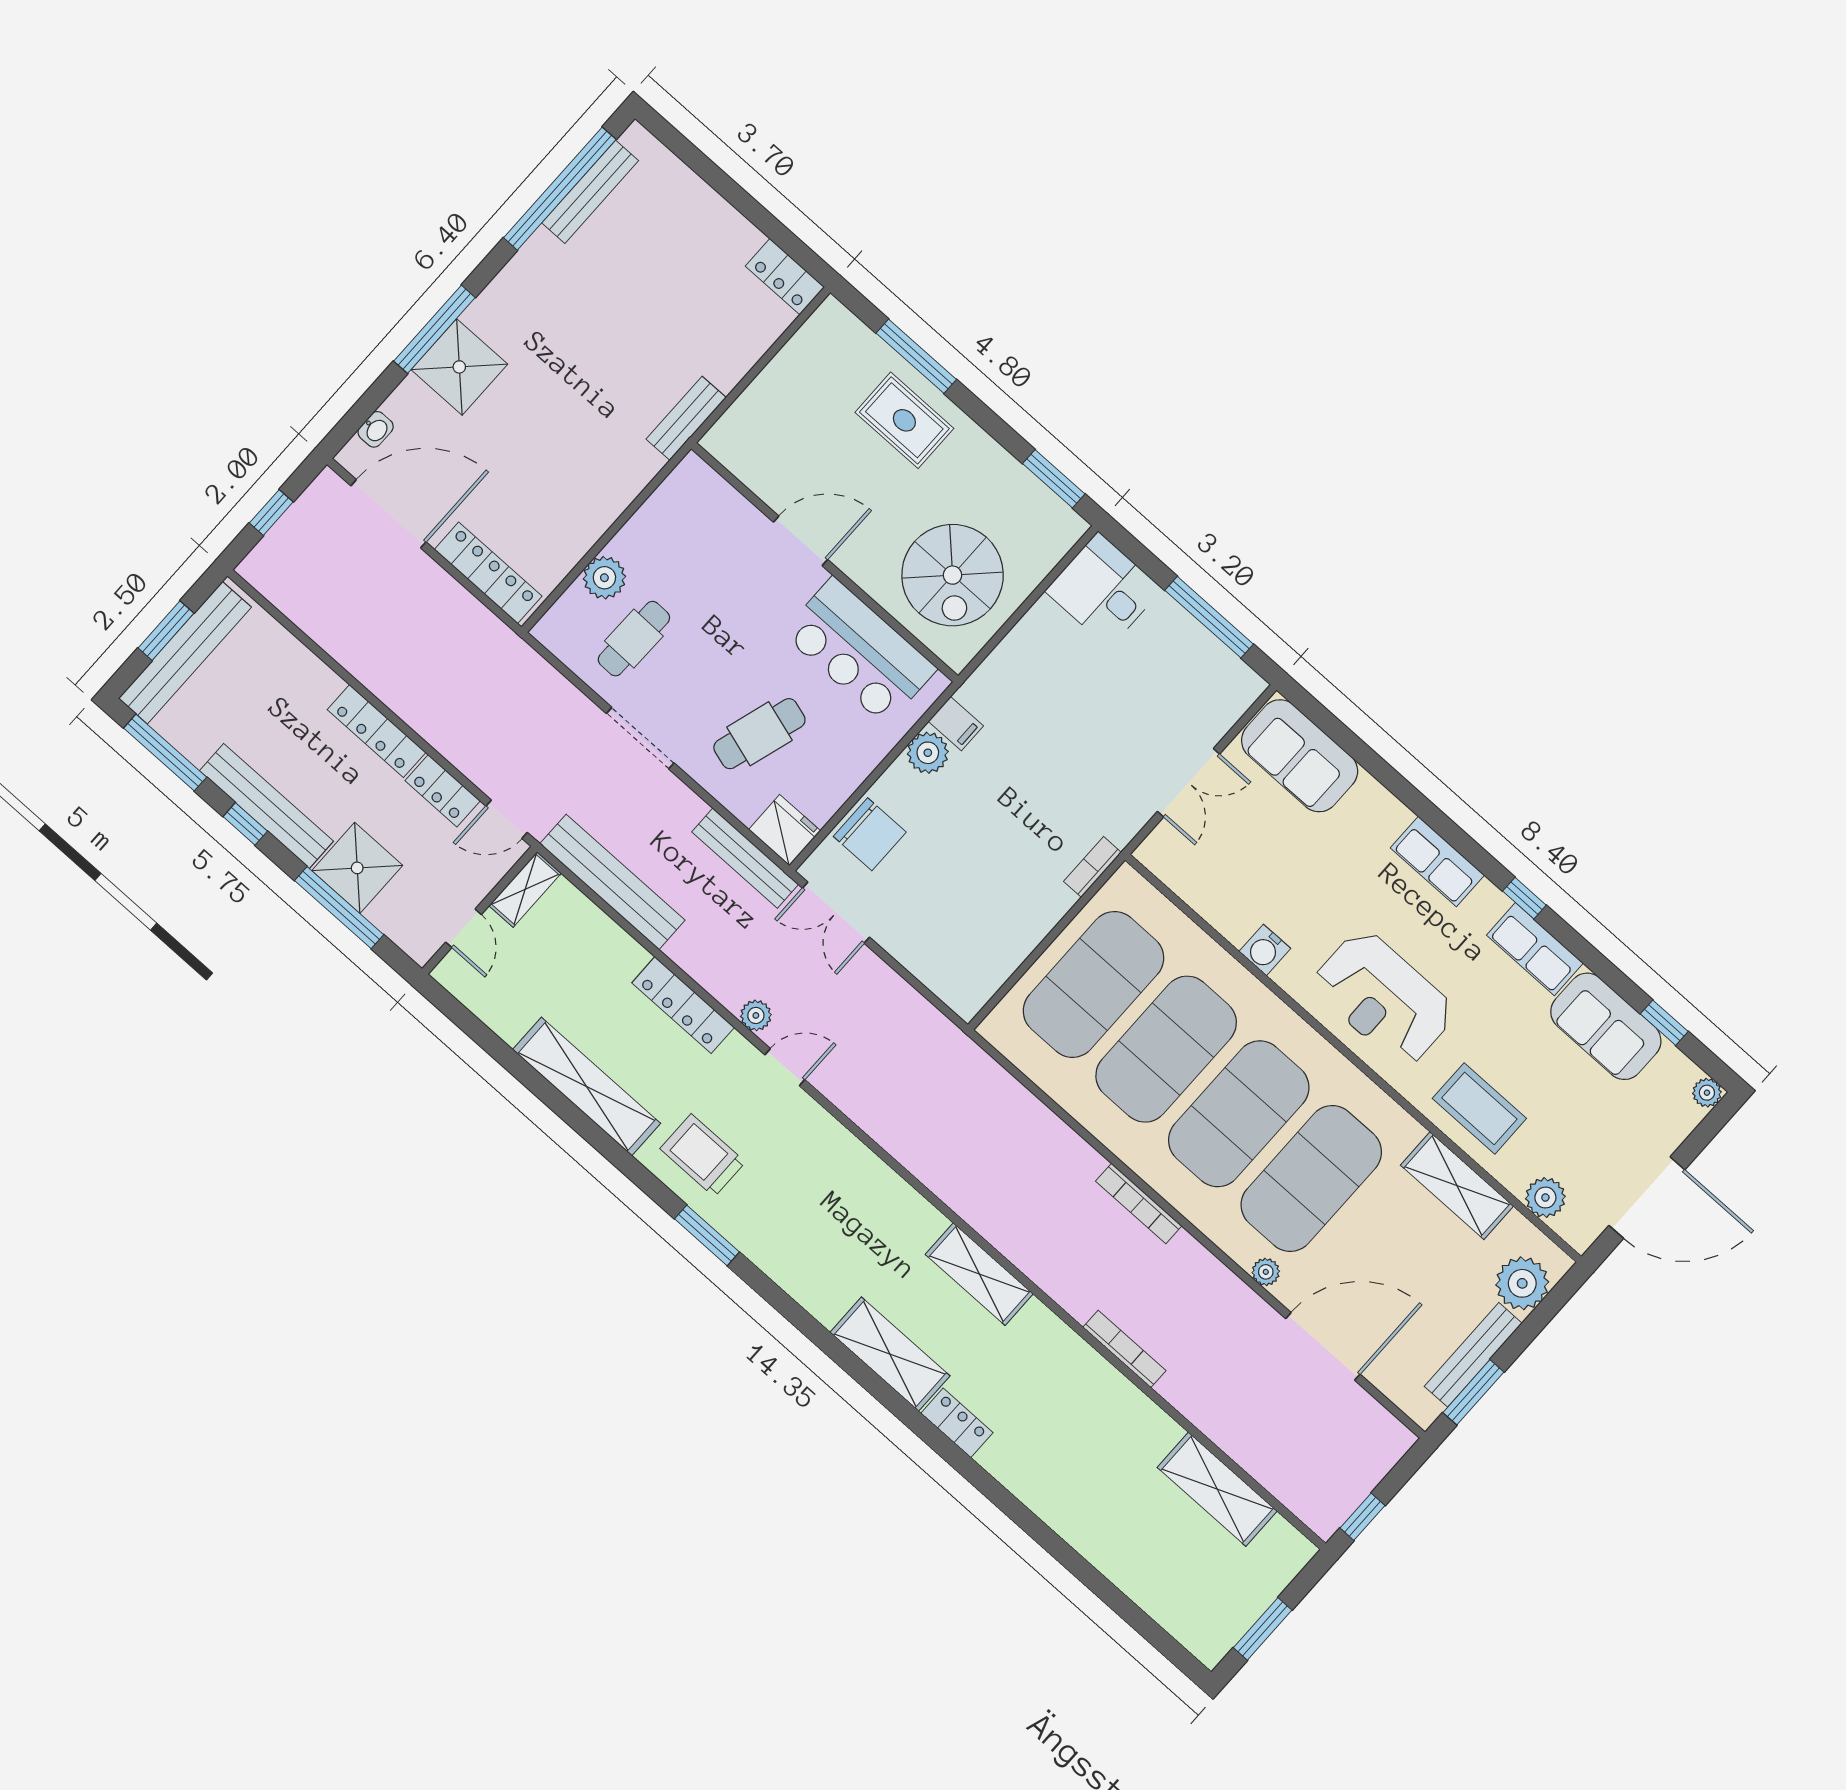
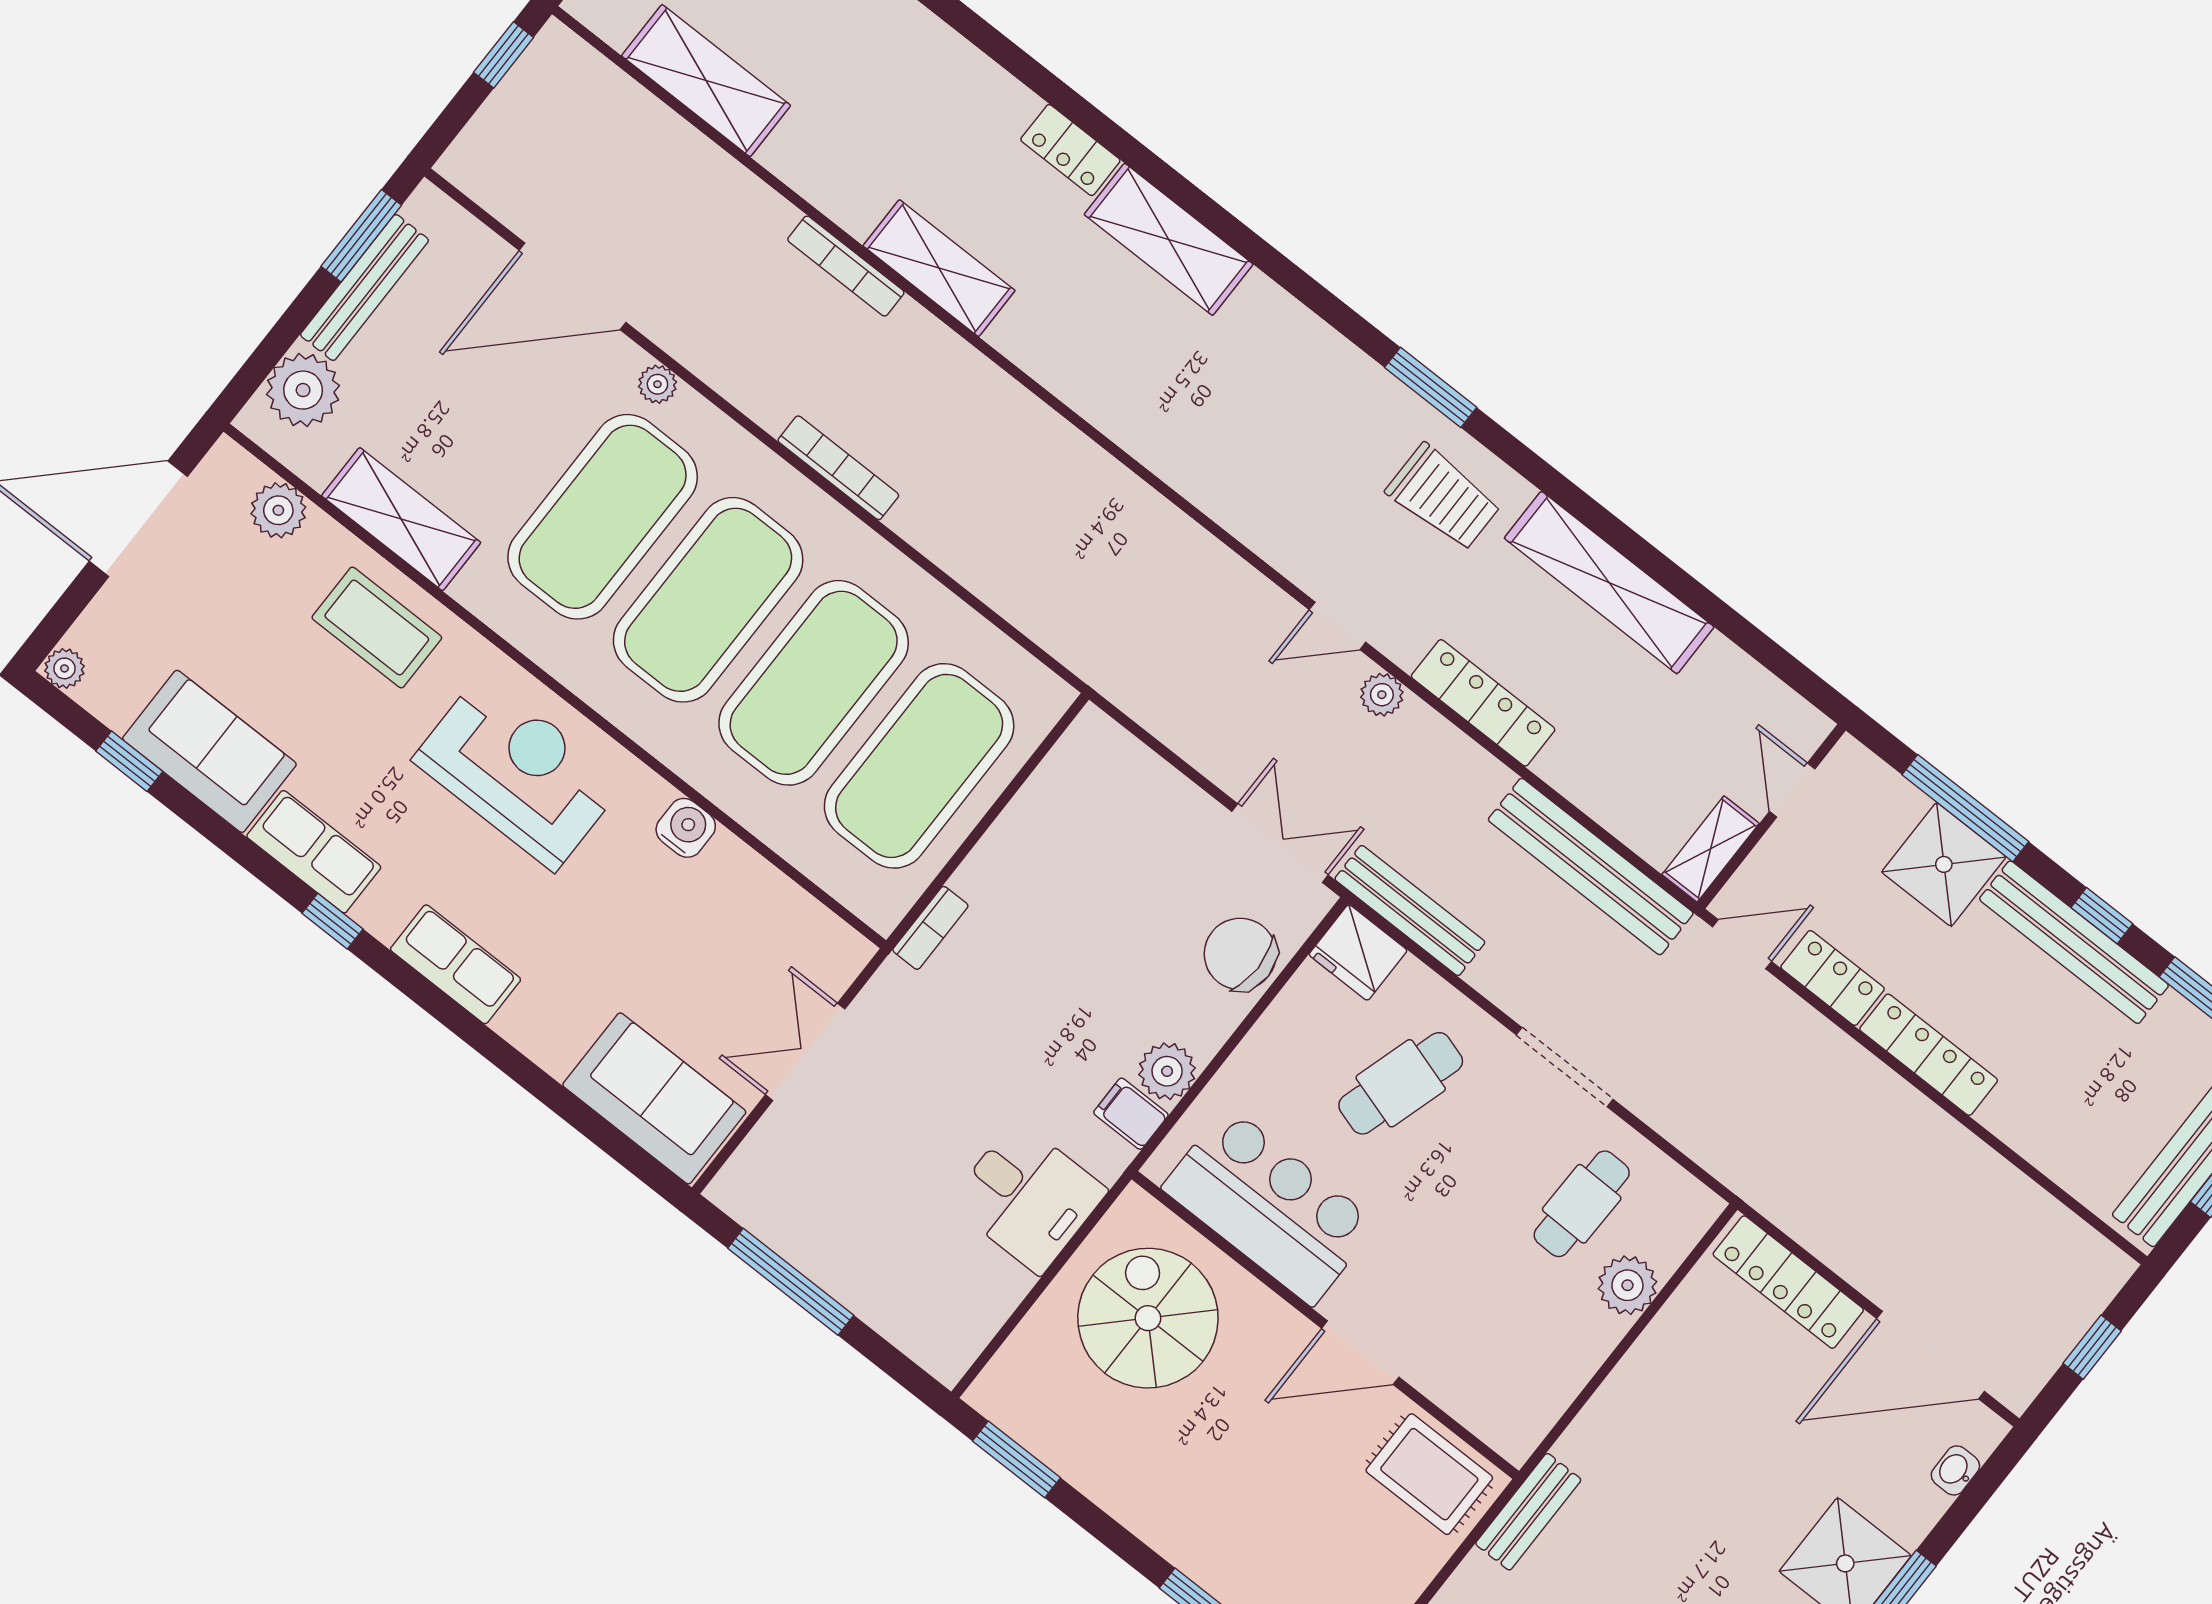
rug: (904, 420) -> (1429, 1474), moved
desk: (1104, 590) -> (1028, 1197), moved
shelving: (979, 1274) -> (939, 268), moved

